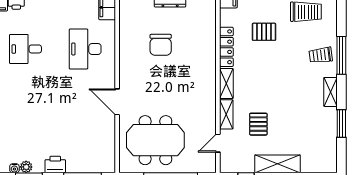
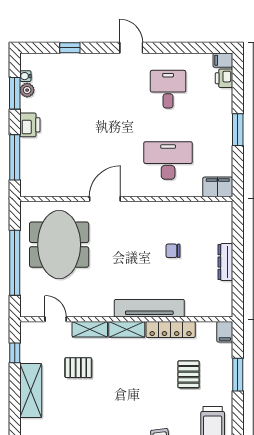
chair: (161, 45) -> (173, 251), width x0.54, depth x0.54
tv unit: (209, 65) -> (149, 308), added

